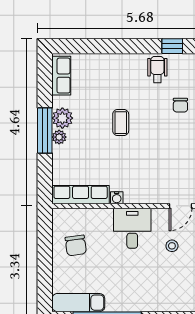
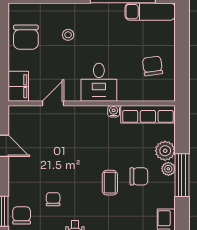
plant: (62, 118) -> (165, 151), moved
chair: (90, 129) -> (139, 176), added
stool: (172, 246) -> (68, 35), moved

